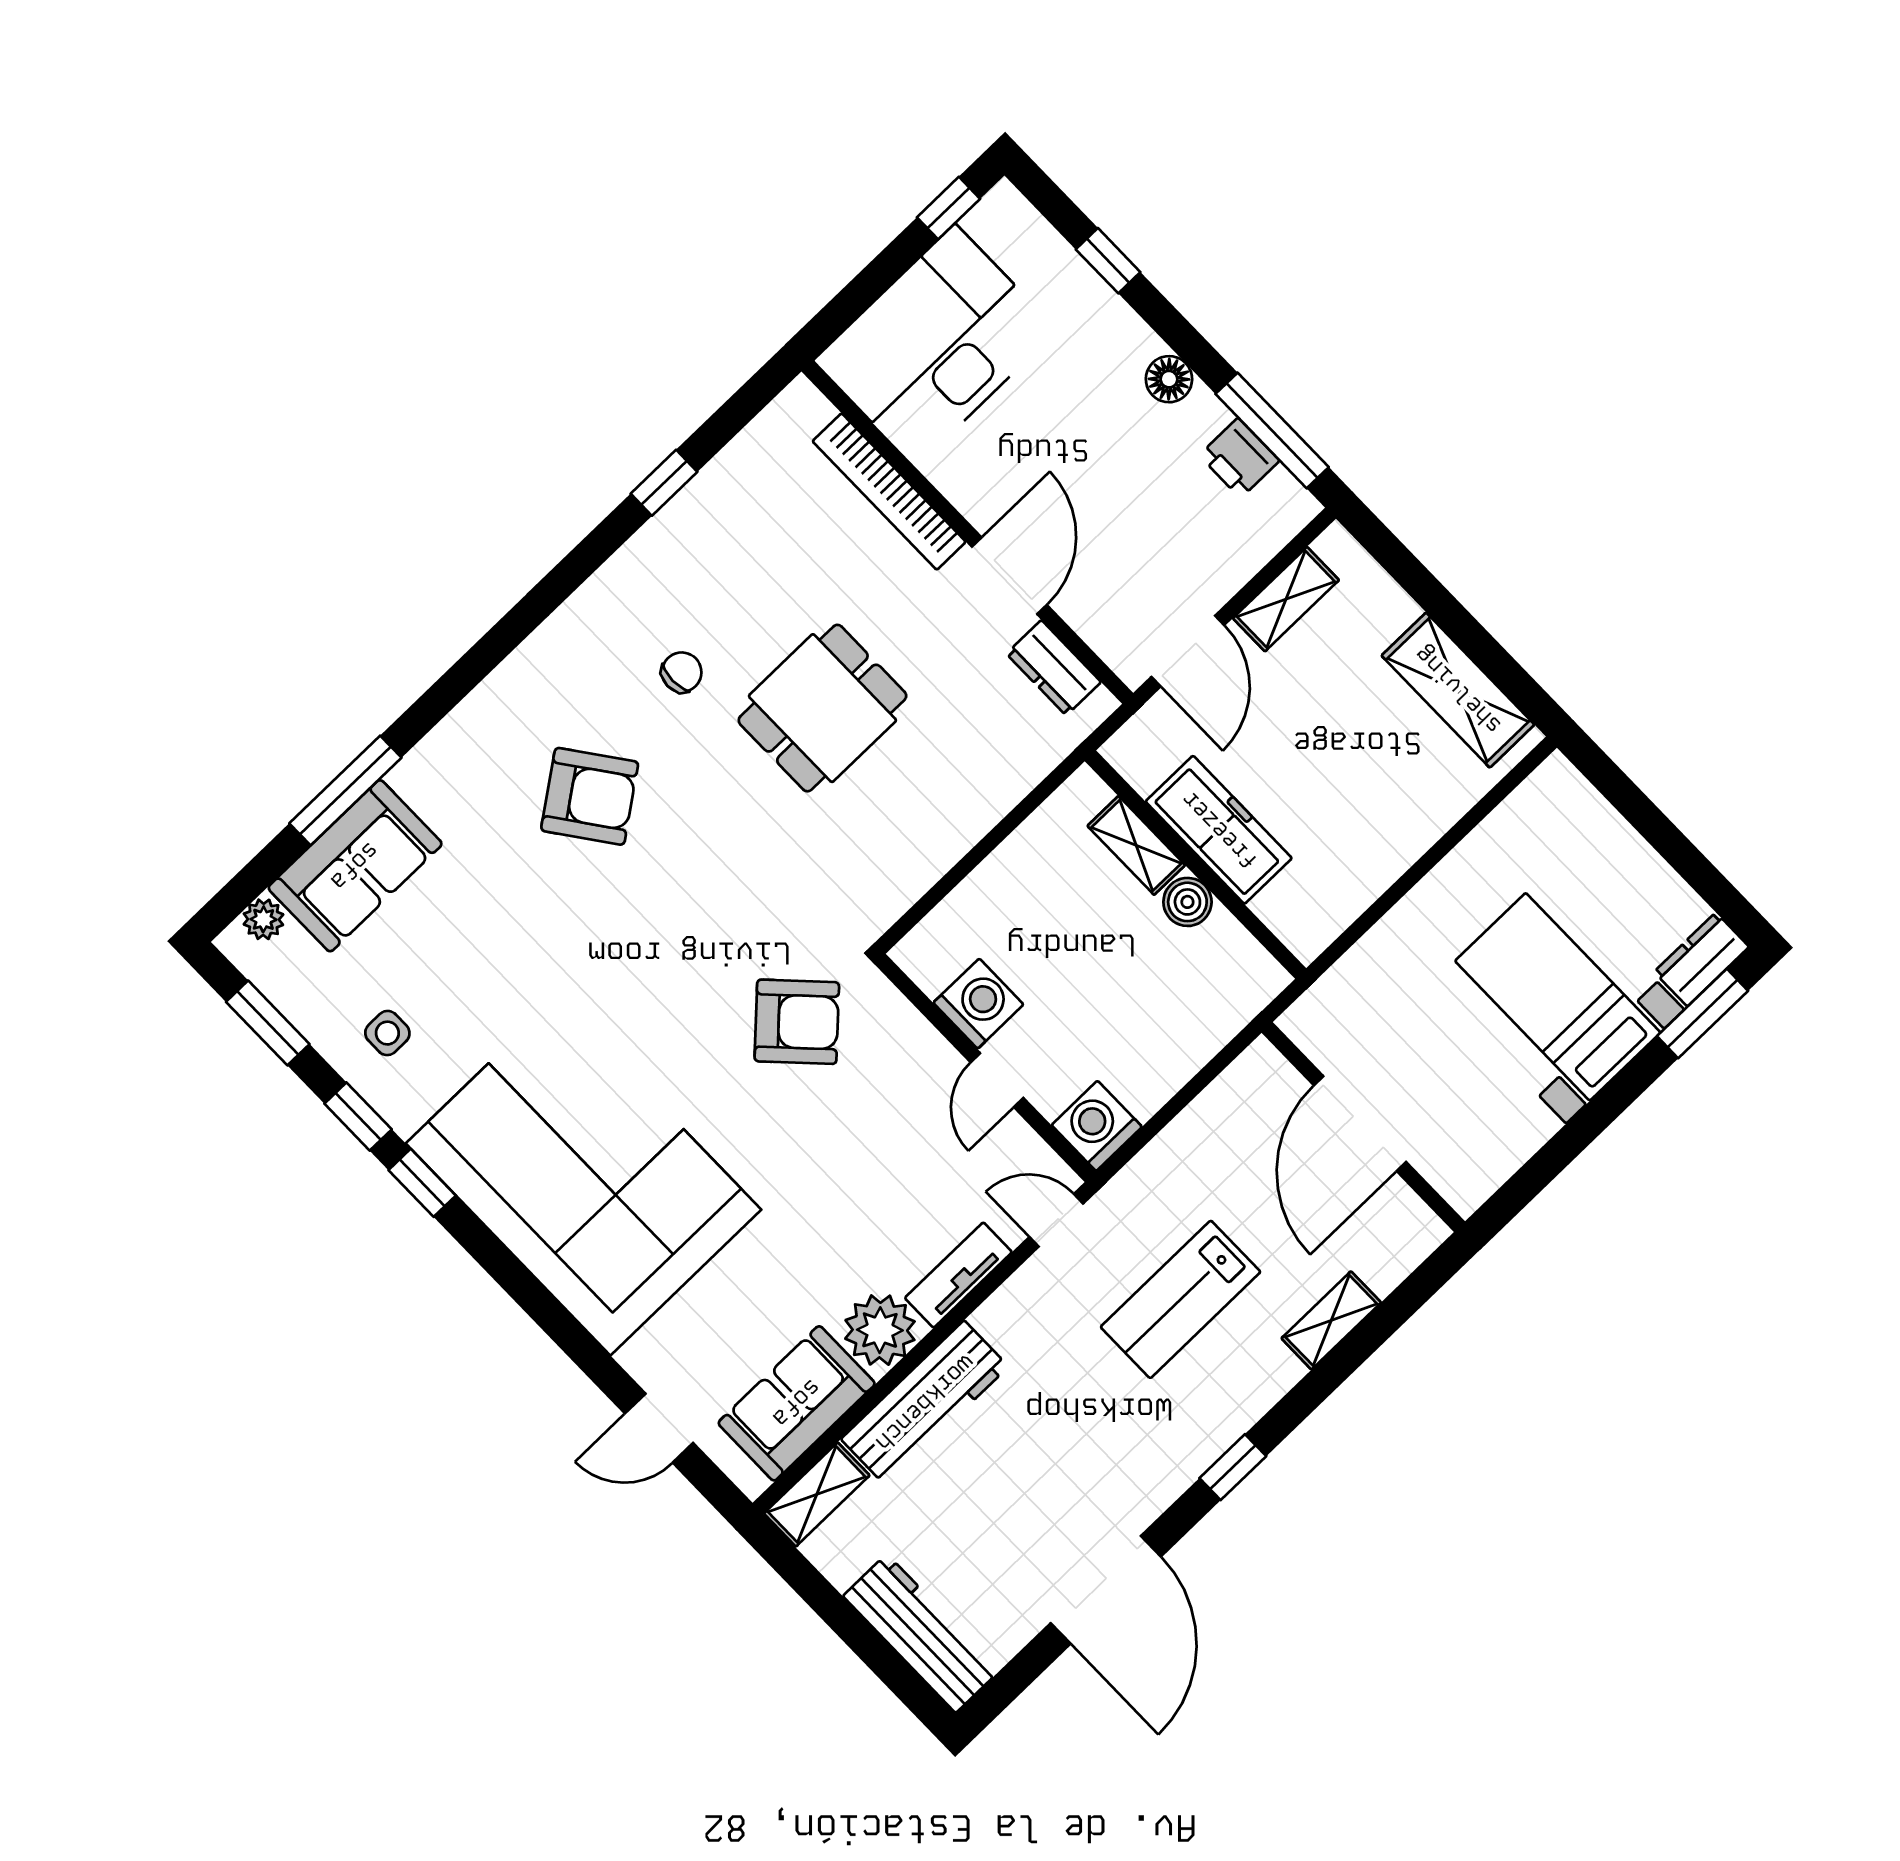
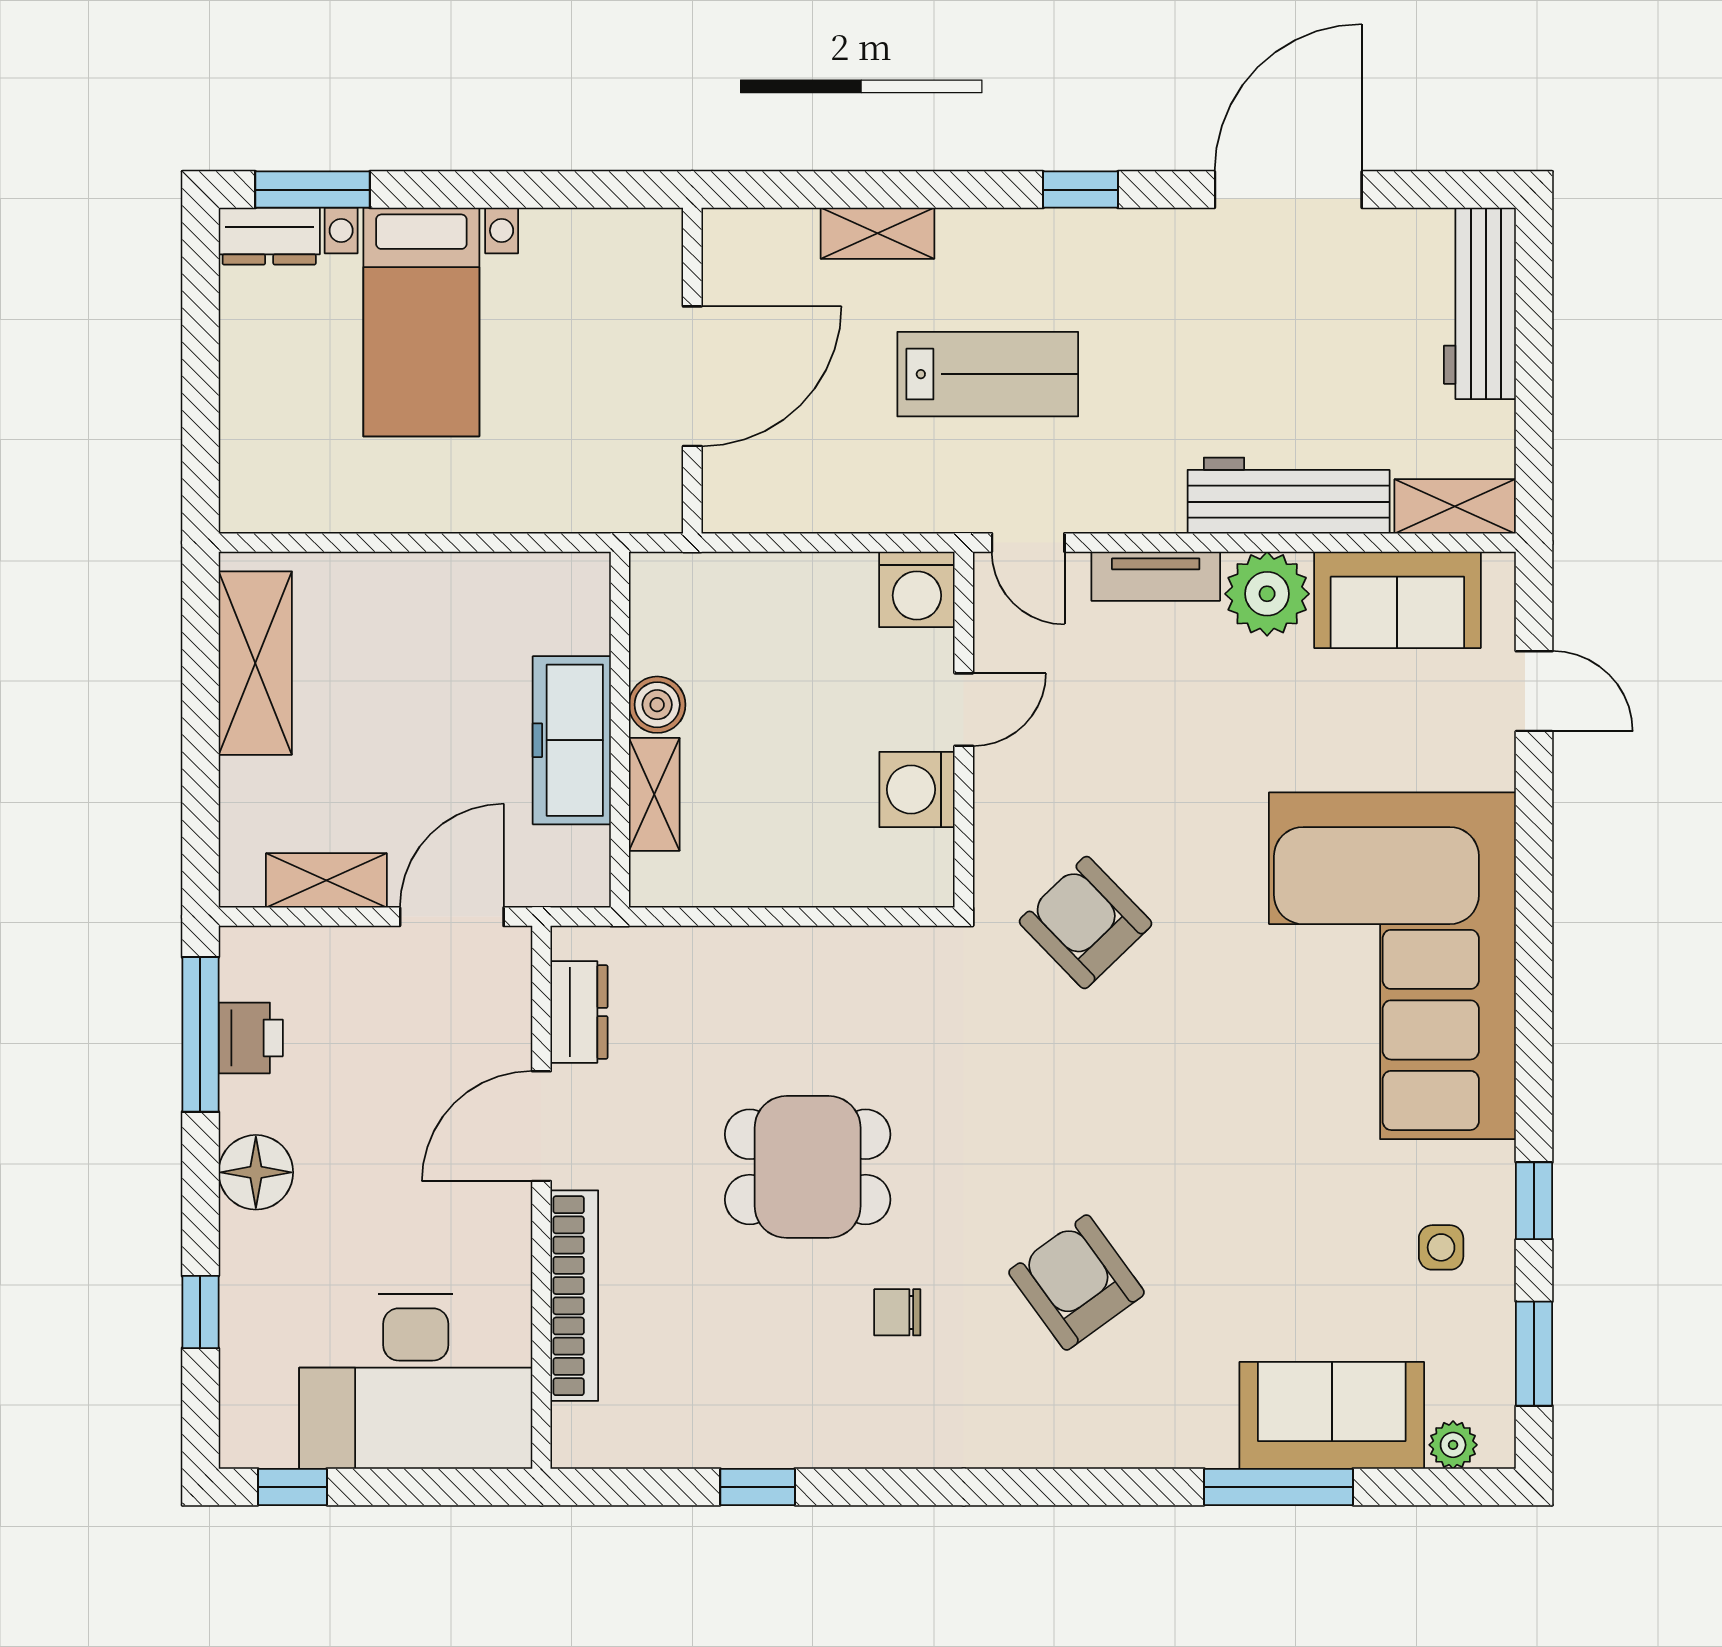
floor lamp: (1169, 379) -> (256, 1172), width x1.38, depth x1.38
window: (422, 1183) -> (1534, 1092), removed

